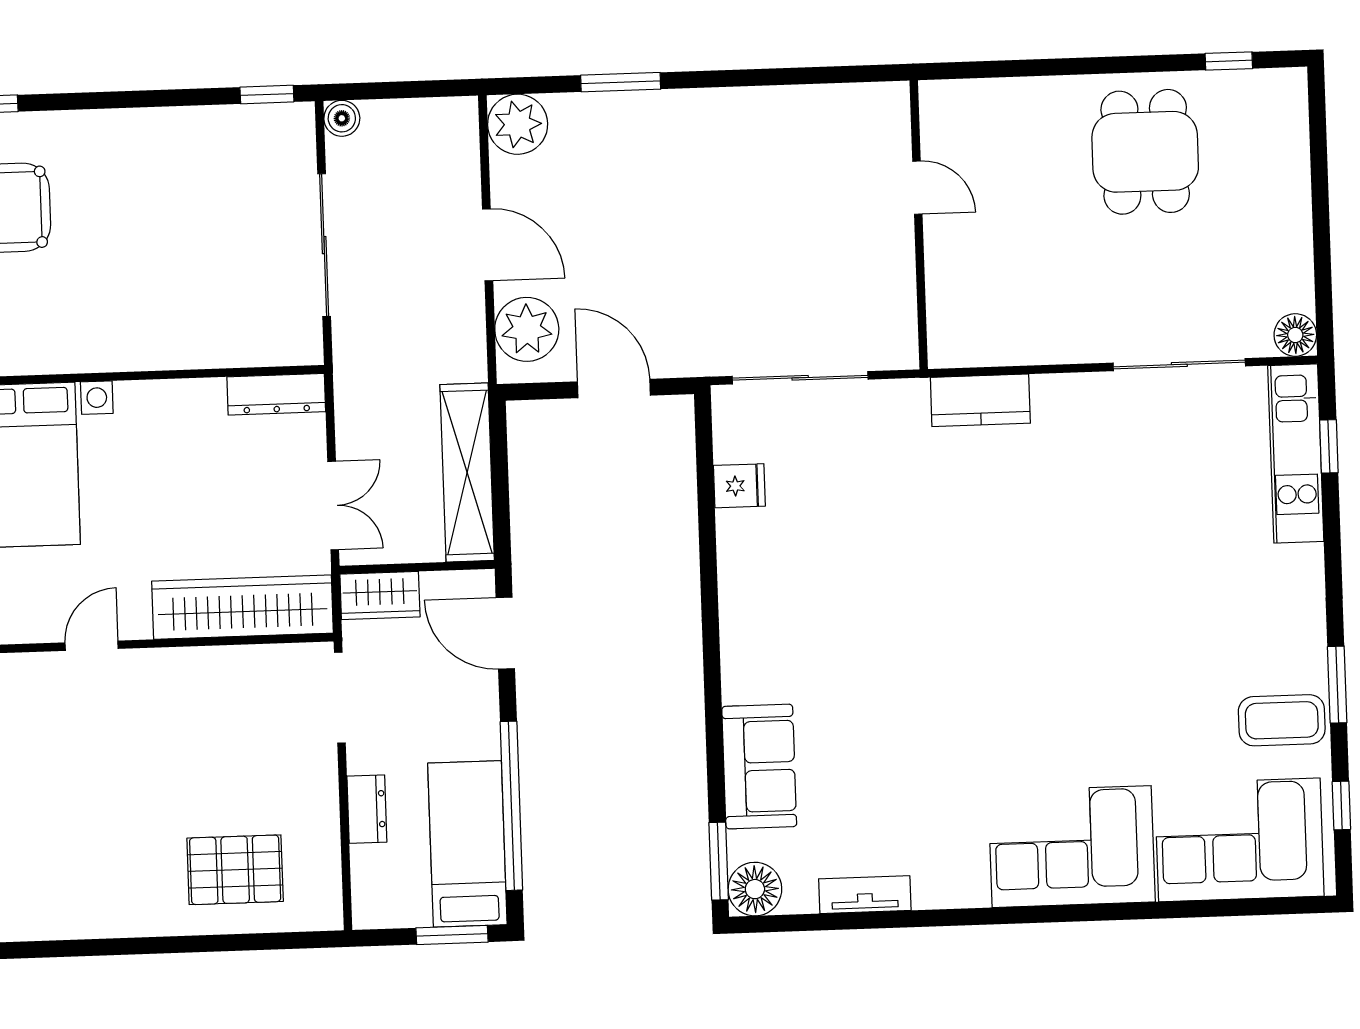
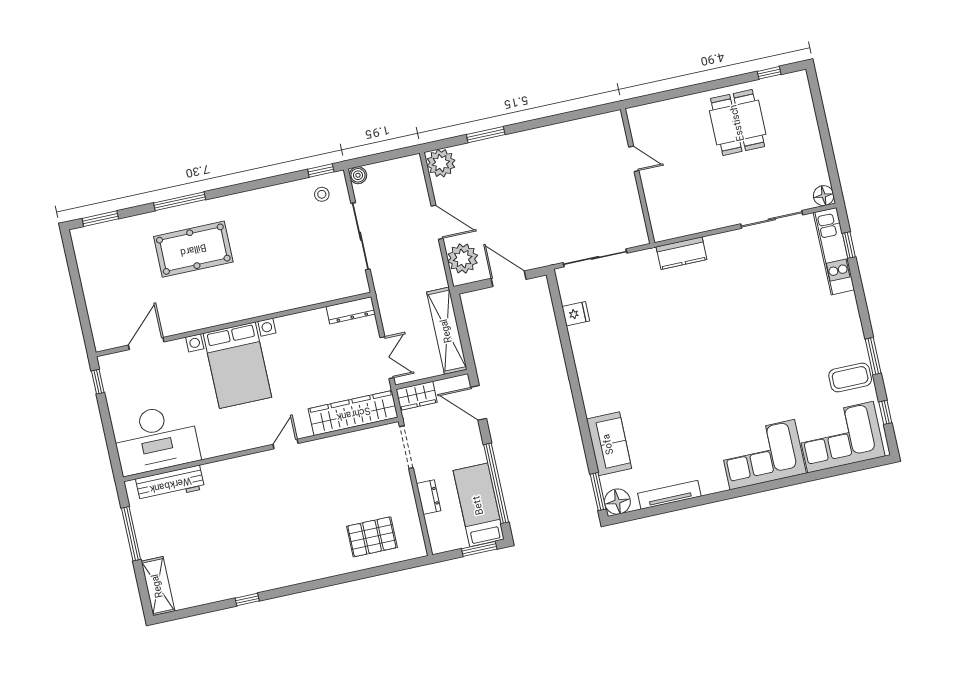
stool: (260, 144) -> (322, 194), added
tv unit: (865, 895) -> (669, 495), width x1.41

